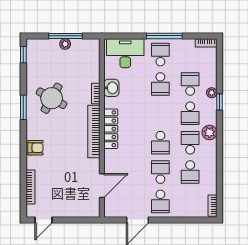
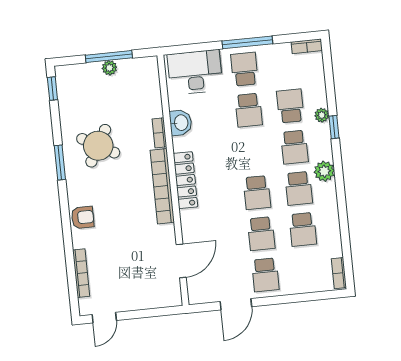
school desk: (190, 143) -> (299, 188), turned 180
school desk: (160, 172) -> (261, 234), turned 180

